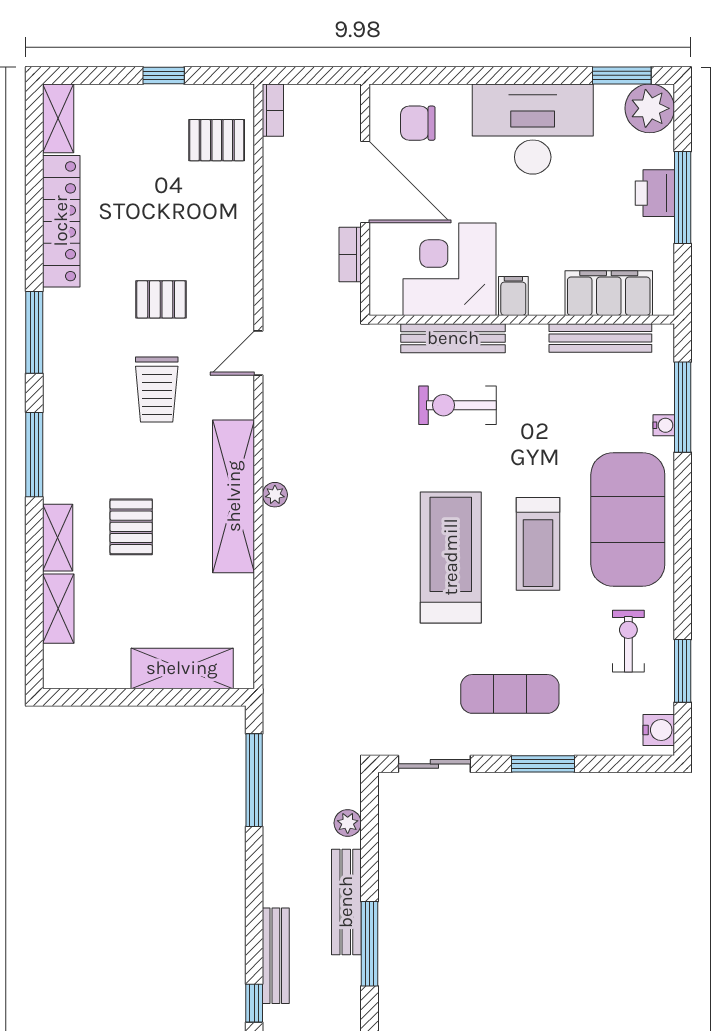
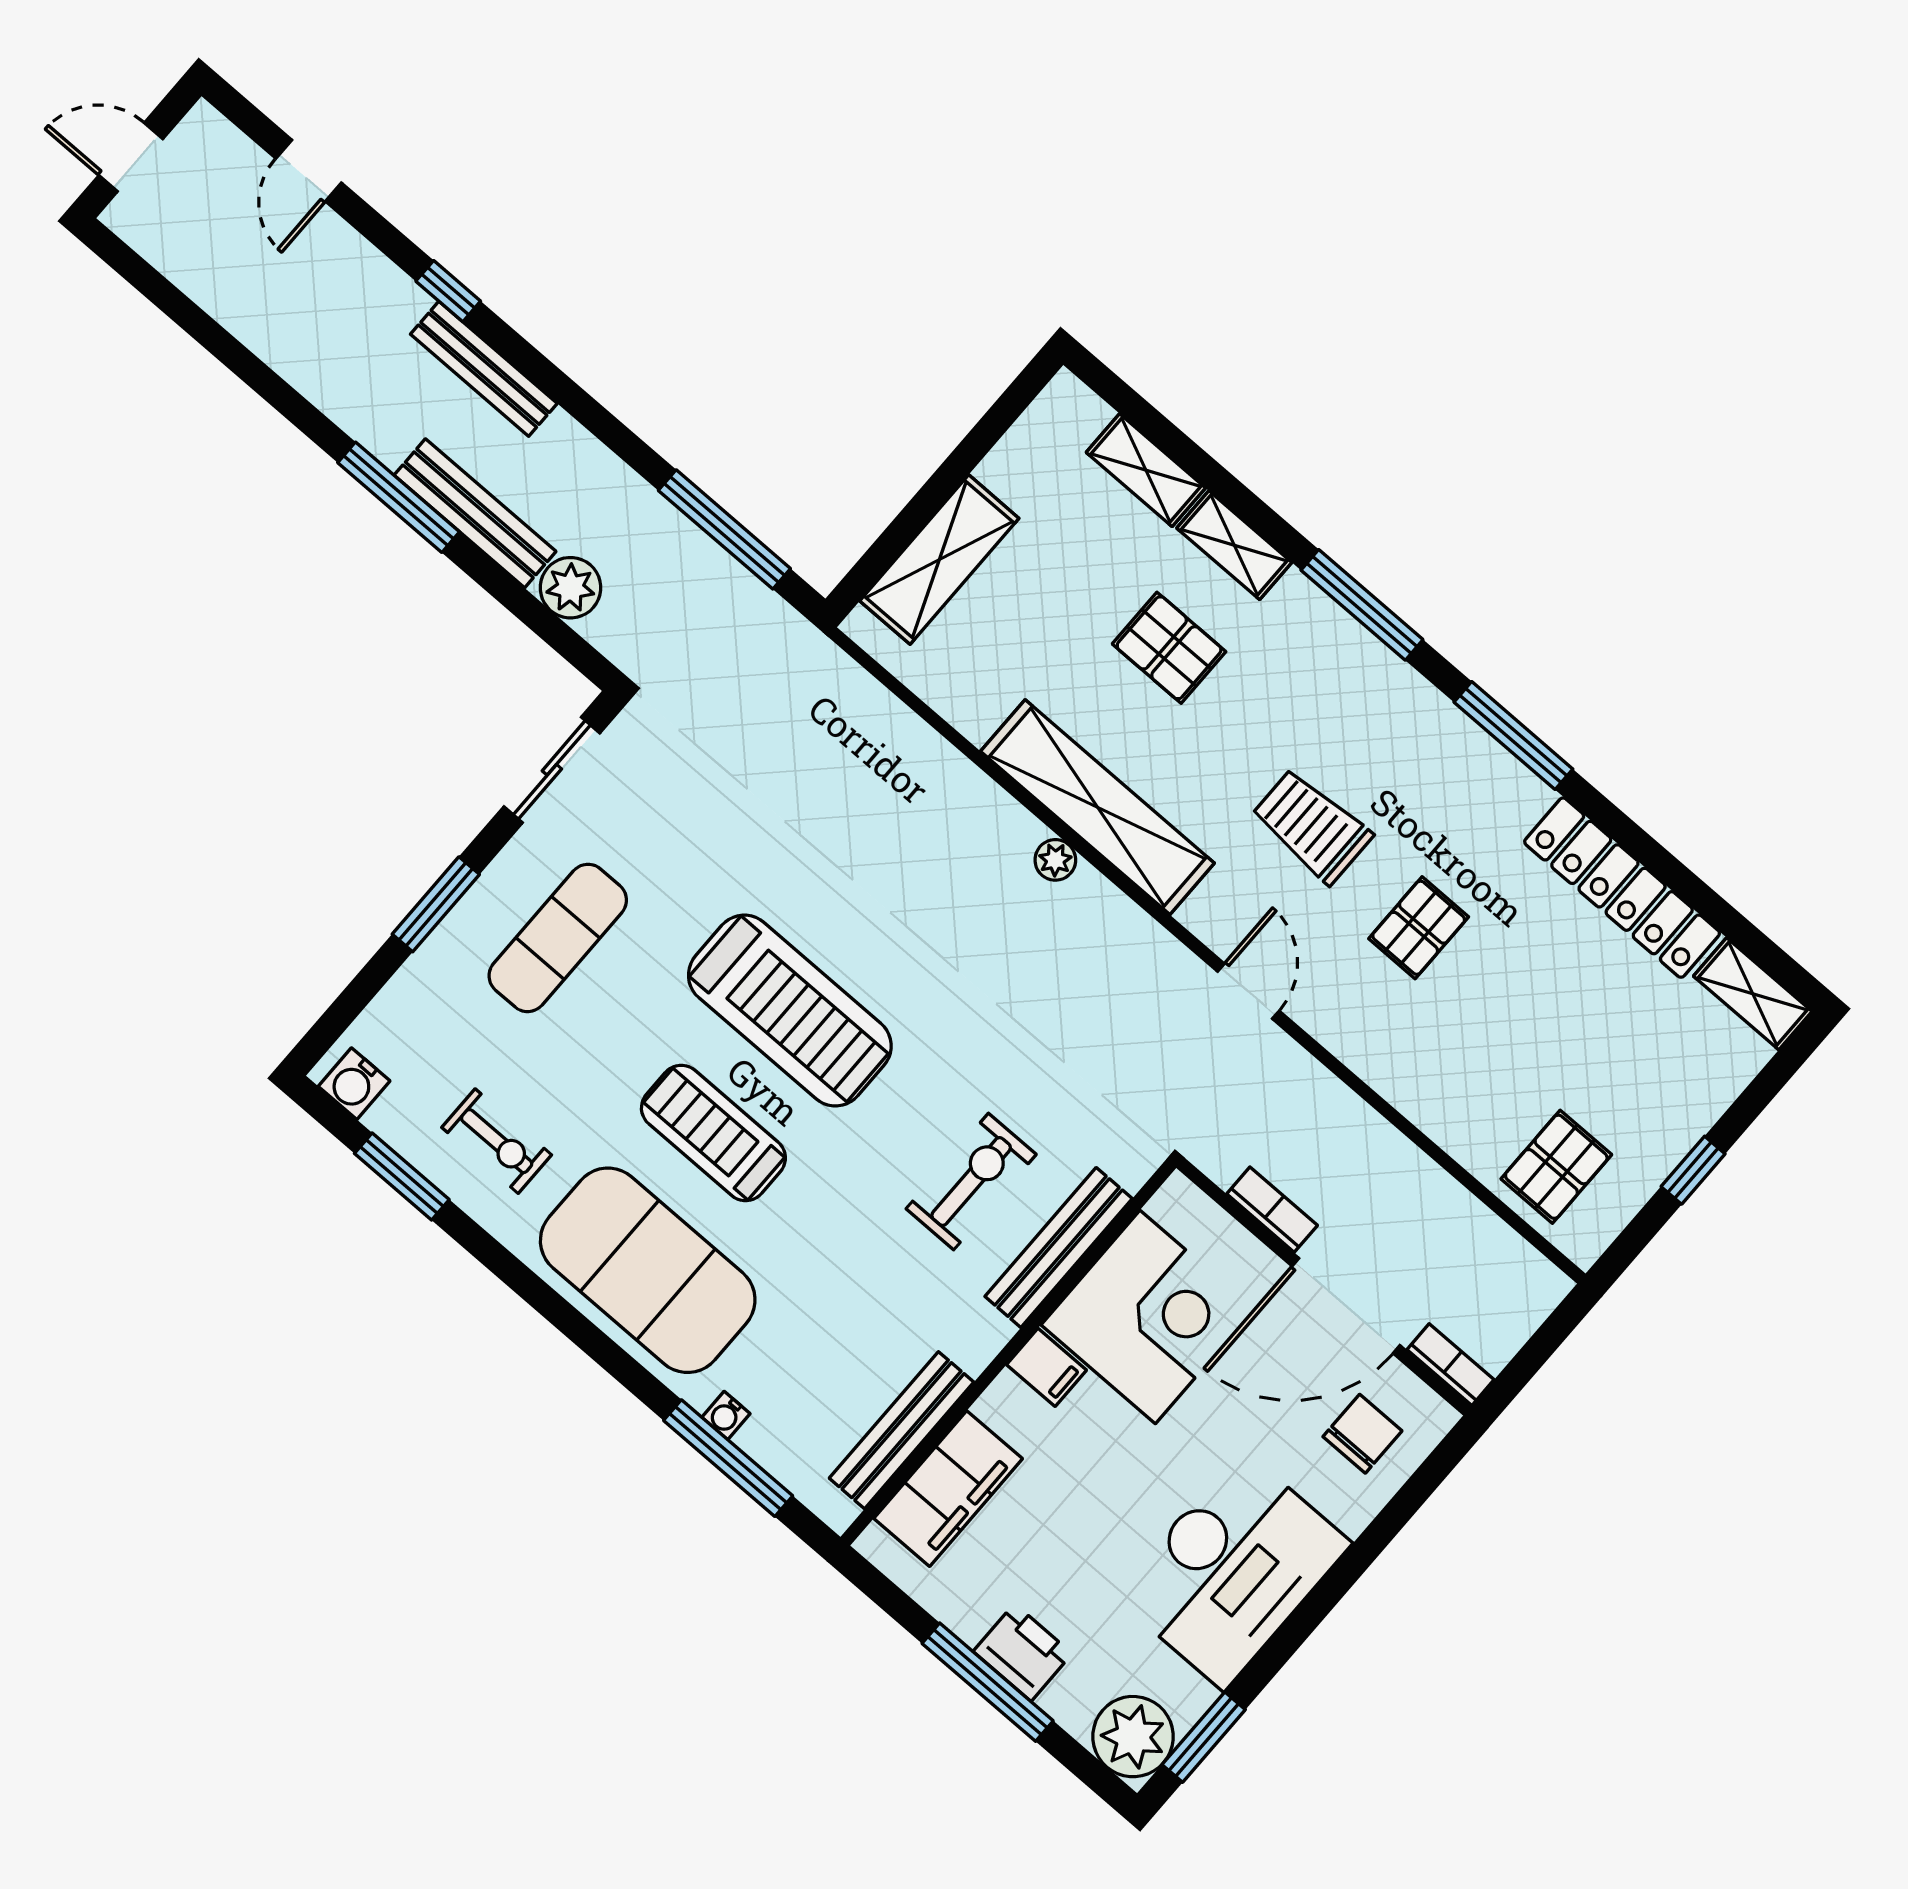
bookcase: (273, 110) -> (1451, 1365), moved, turned 180
plant: (348, 823) -> (571, 588), width x1.38, depth x1.38

